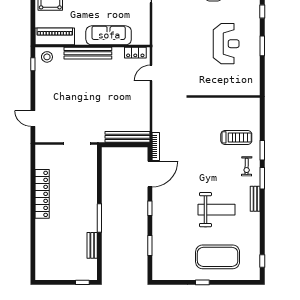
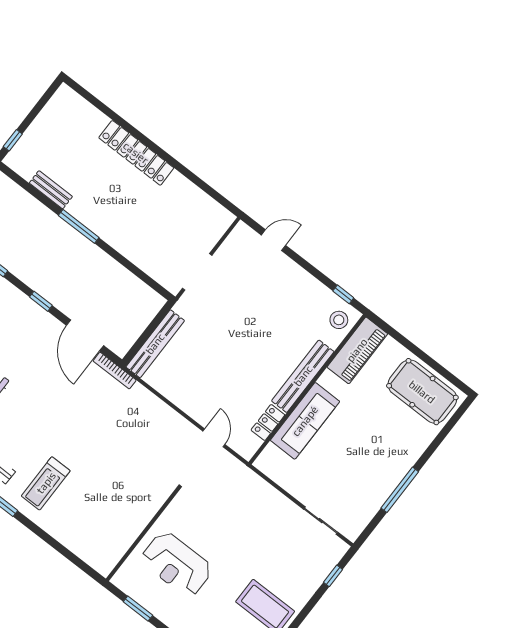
locker: (135, 53) -> (268, 422), moved
wall: (224, 97) -> (143, 534), moved
locker: (42, 194) -> (136, 153), moved

